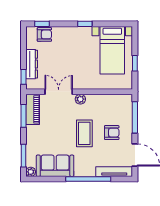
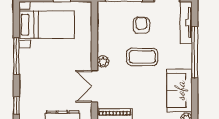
window: (85, 24) -> (16, 56), width x2.17
armchair: (44, 34) -> (29, 103), removed

